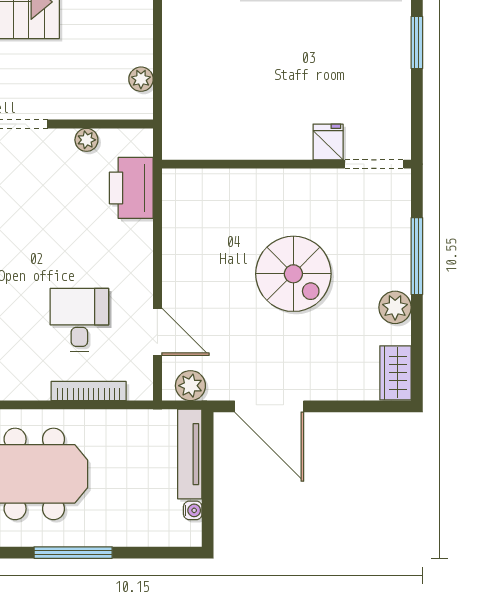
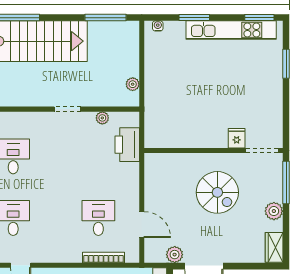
fridge: (328, 142) -> (237, 138), moved
wall: (286, 164) -> (214, 151), moved
doorway: (374, 164) -> (262, 151), moved
plant: (190, 386) -> (175, 255), moved

